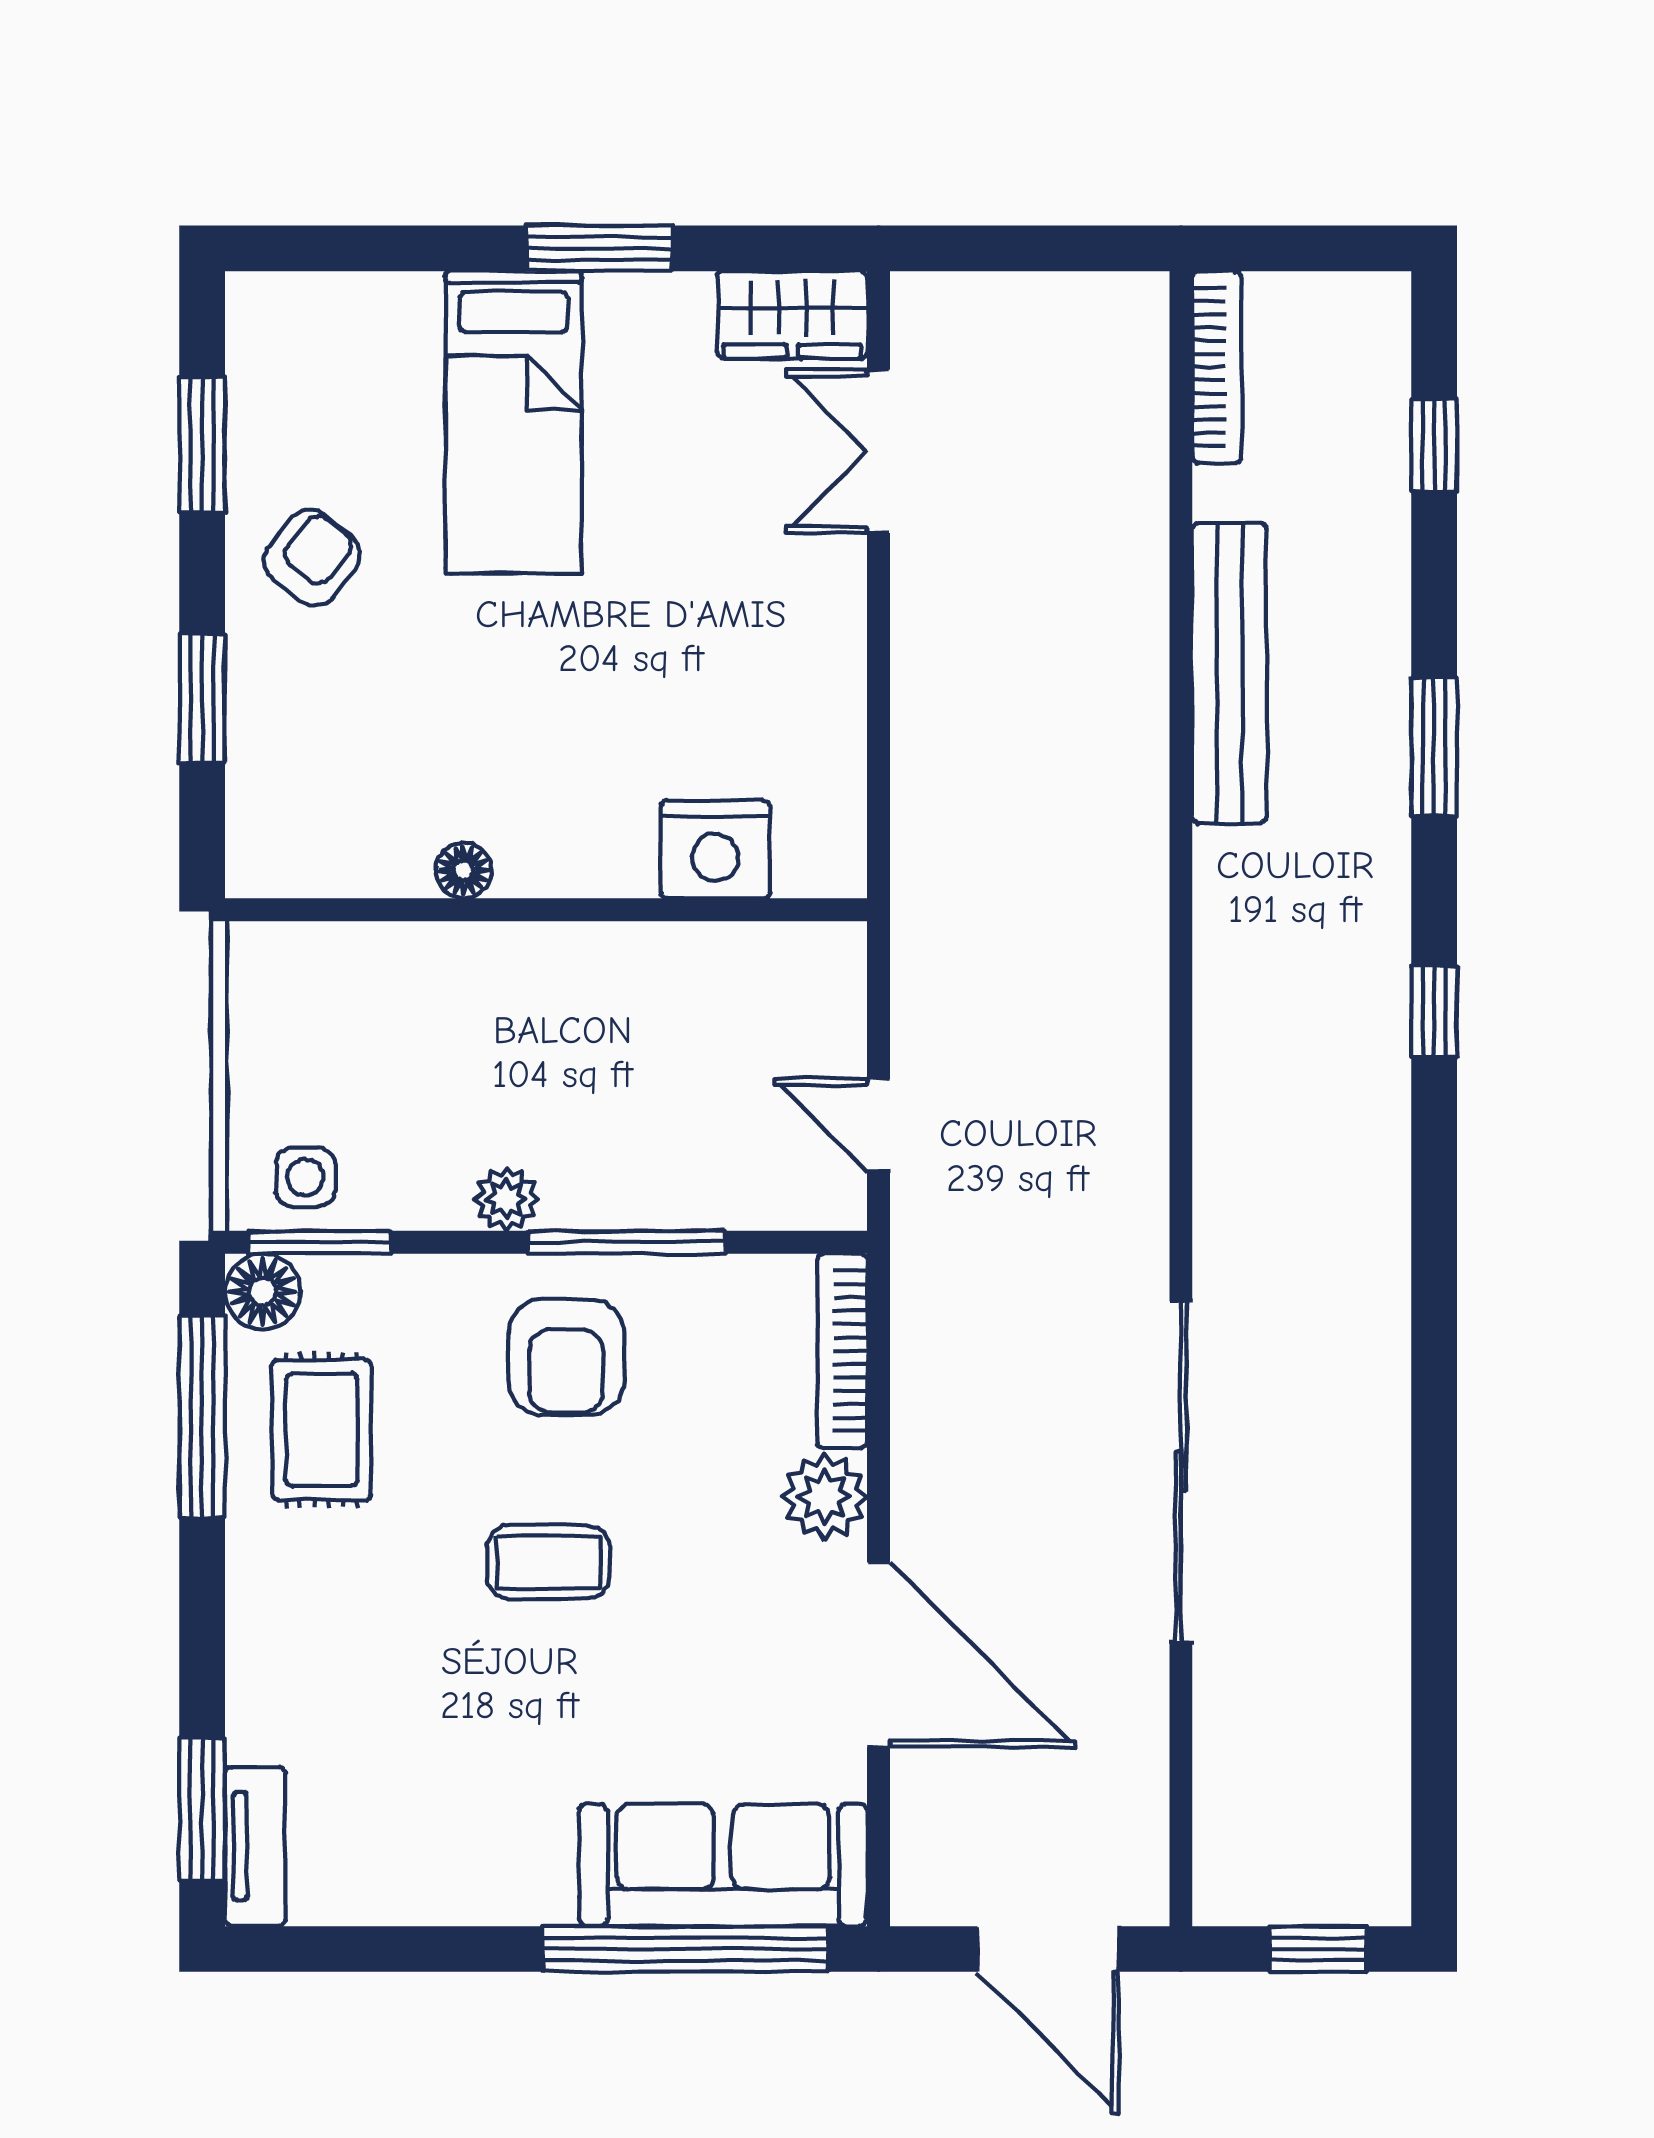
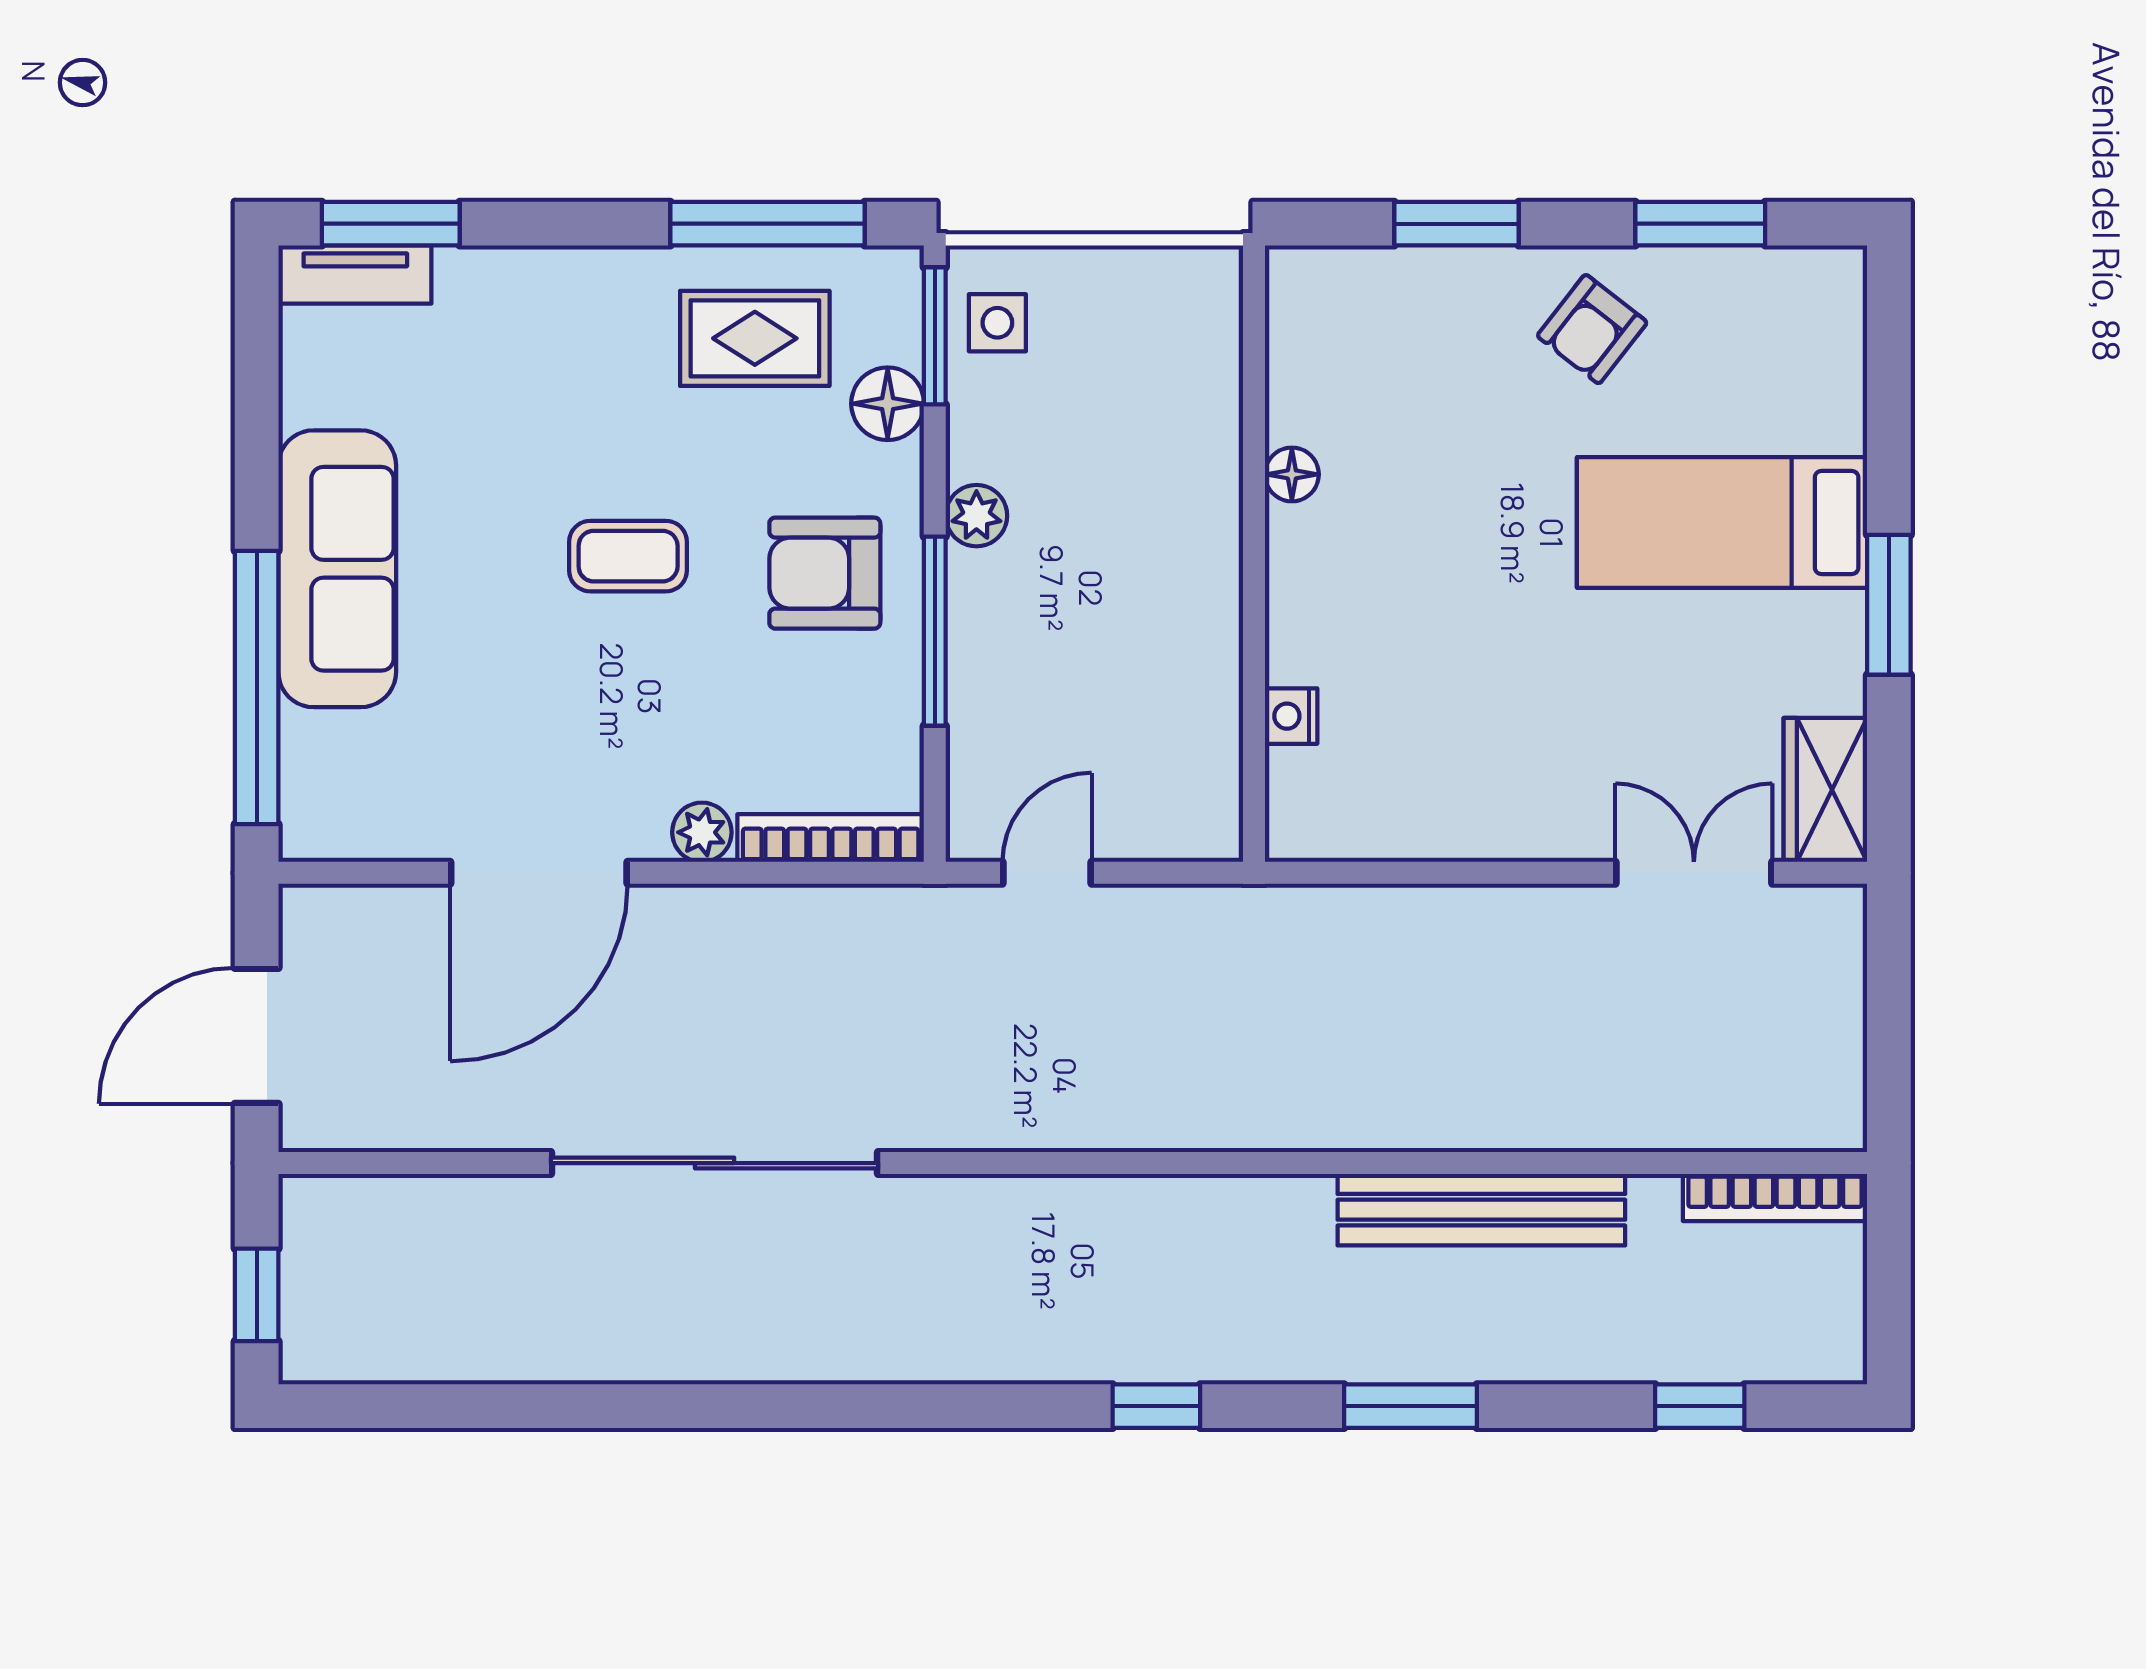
armchair: (312, 558) -> (1592, 329), turned 90
nightstand: (715, 849) -> (1291, 716), width x0.53, depth x0.56
floor lamp: (263, 1292) -> (888, 404), moved
plant: (825, 1497) -> (702, 832), width x0.73, depth x0.73
coffee table: (549, 1562) -> (628, 556), turned 90
sofa: (723, 1865) -> (337, 569), moved

